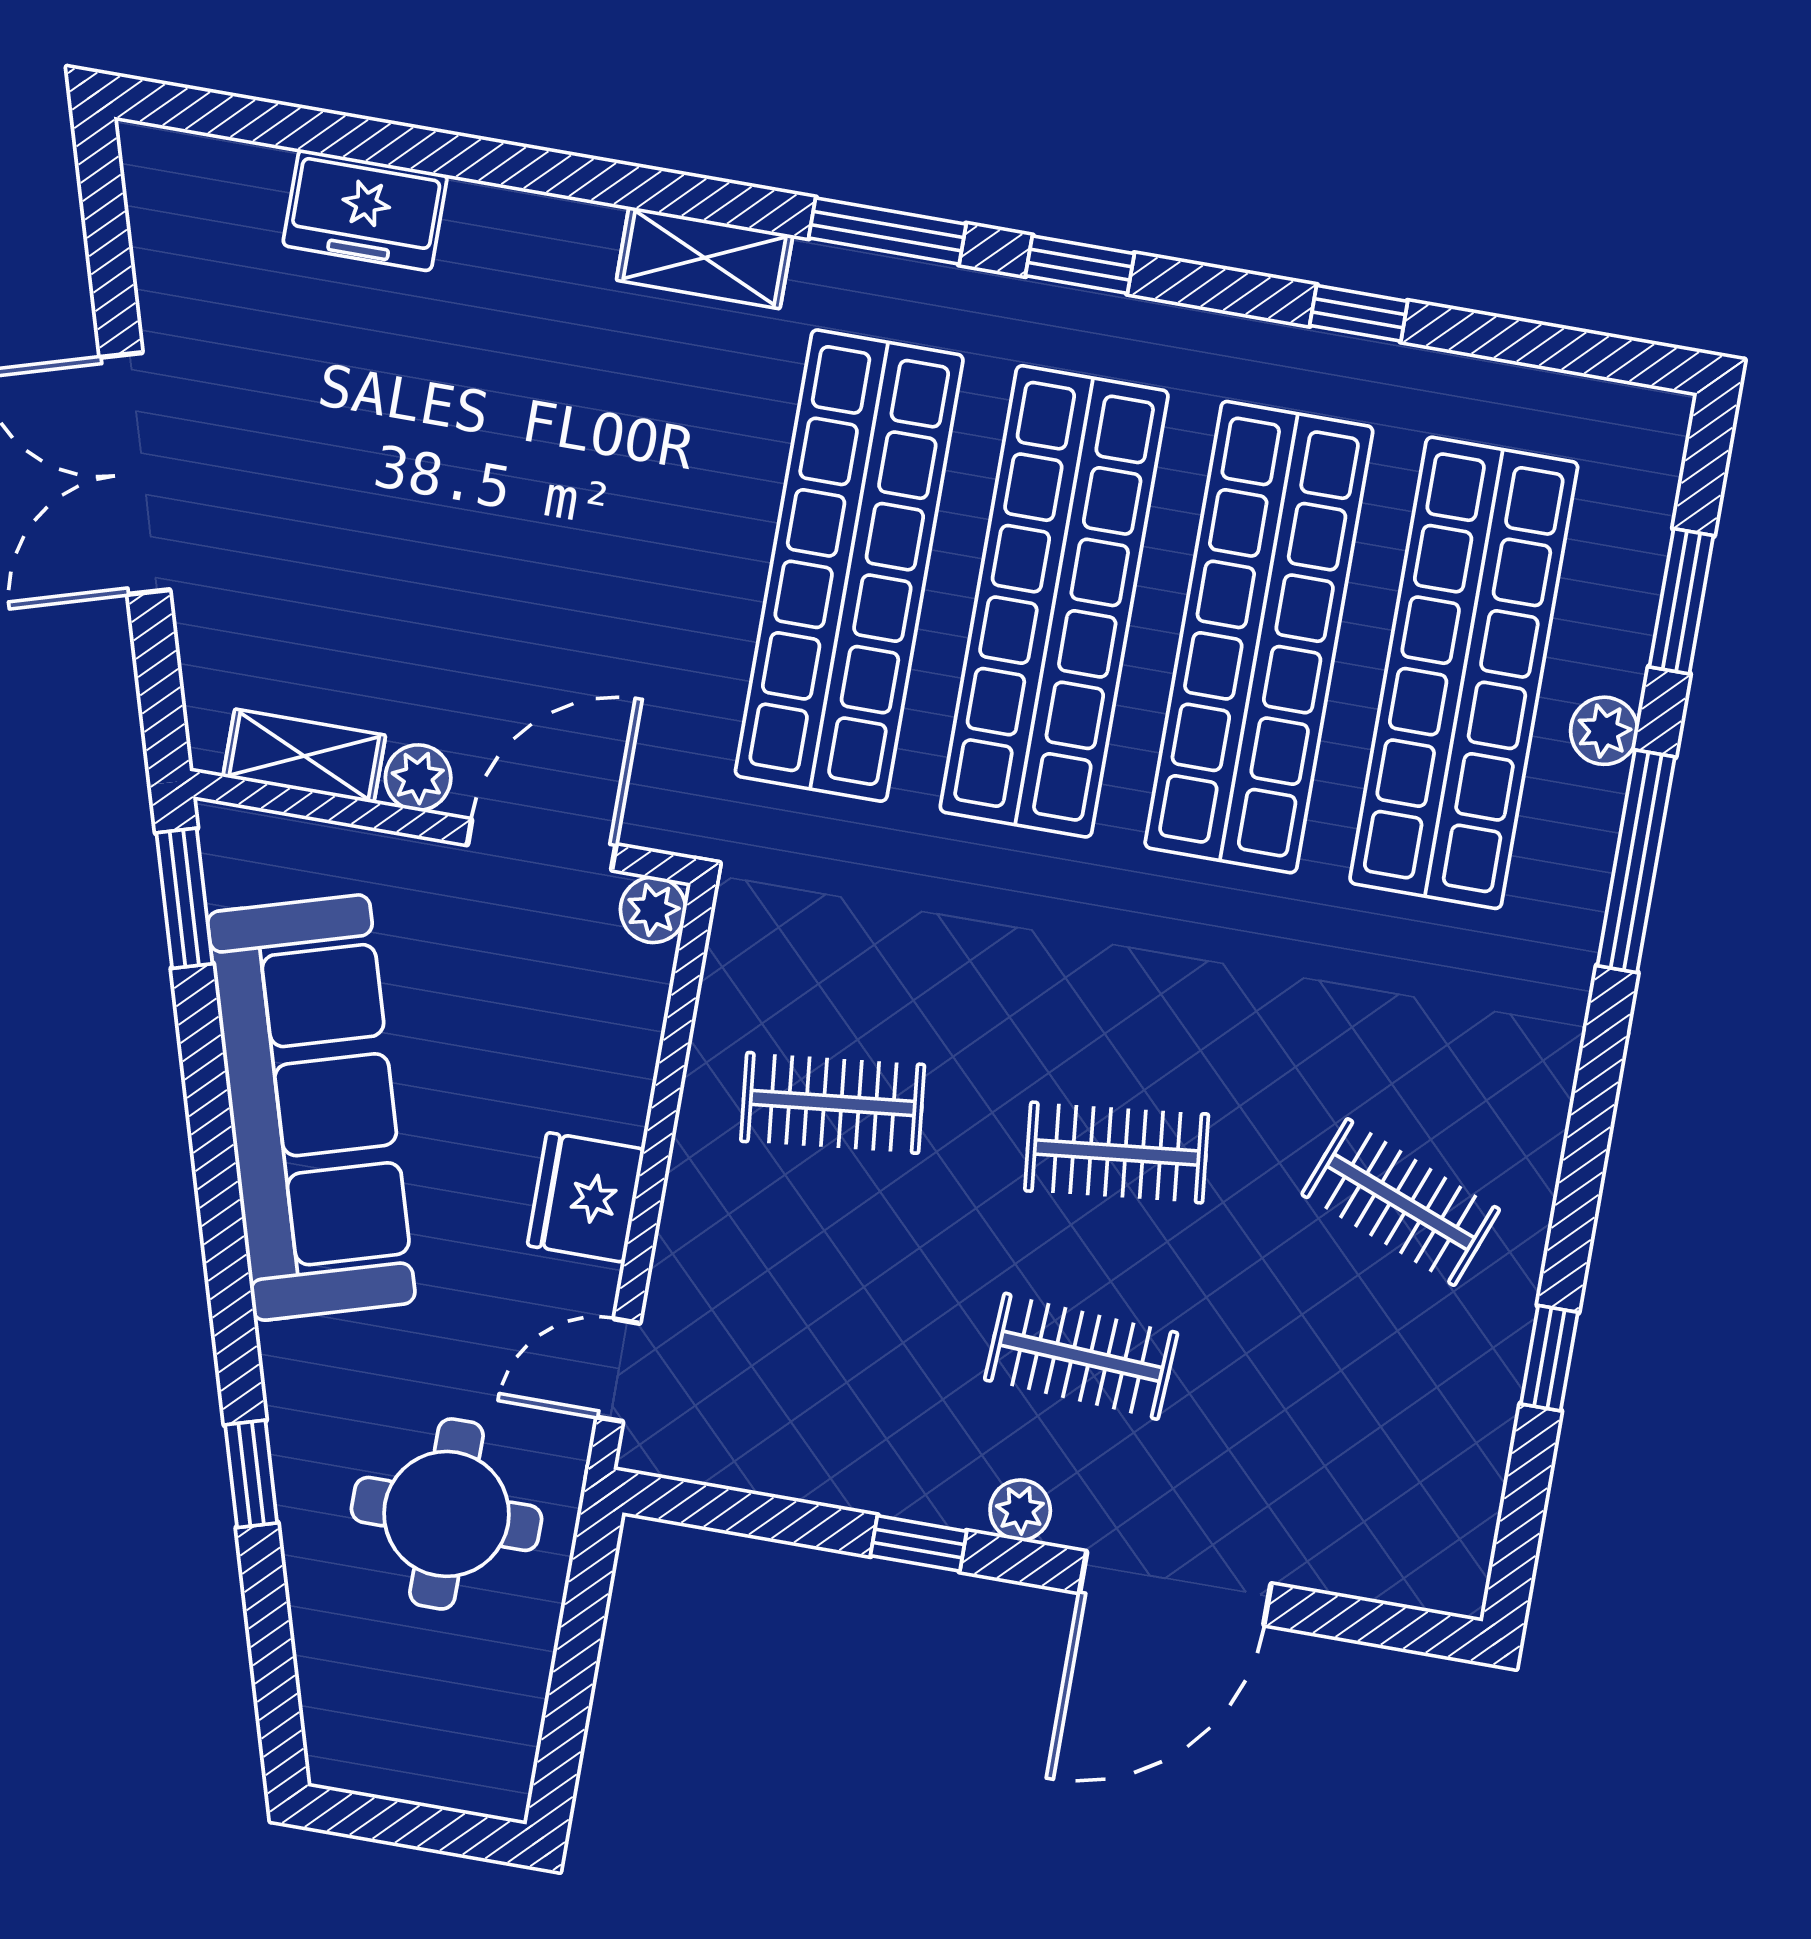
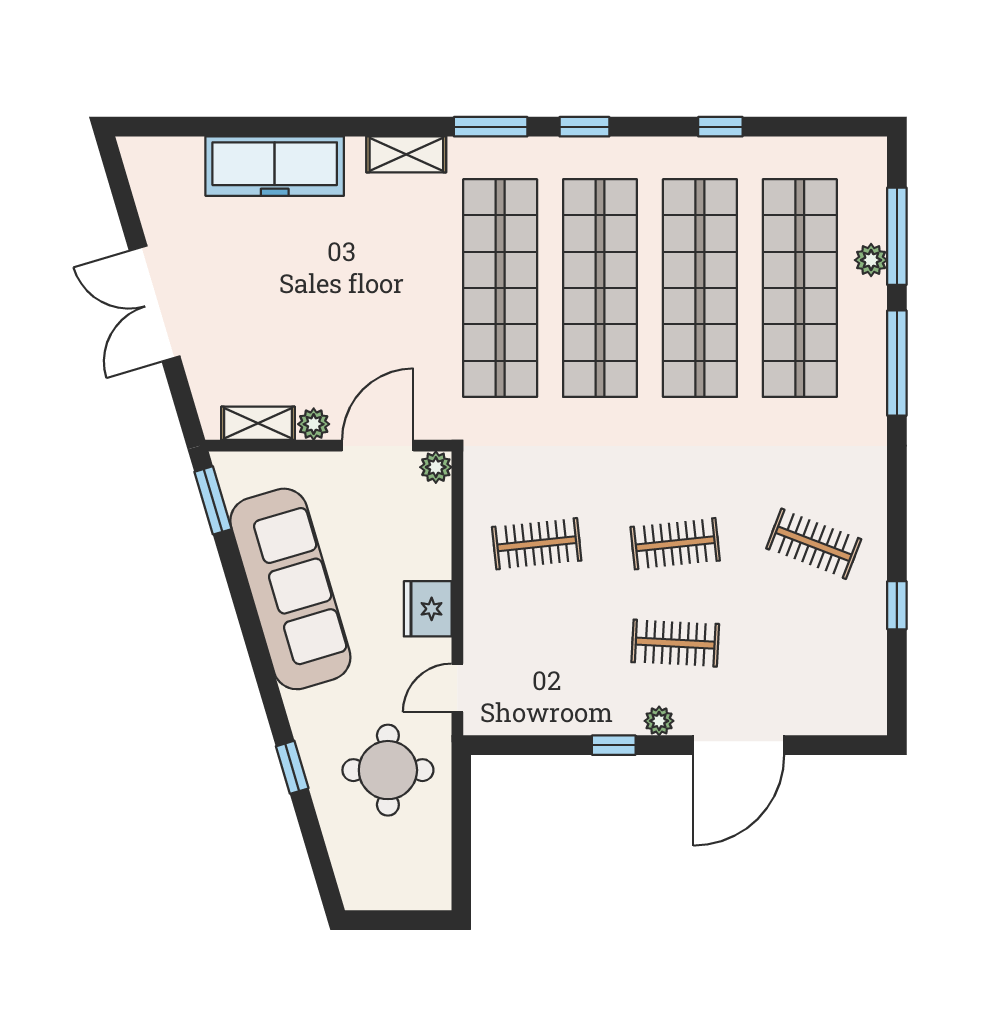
freezer: (365, 210) -> (275, 166), width x1.91, depth x1.26
window: (1681, 601) -> (897, 236), width x1.44
plant: (1604, 731) -> (871, 260), moved

